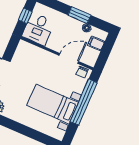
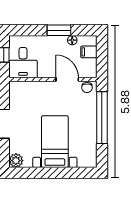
door: (69, 58) -> (67, 79), hinge flipped
bed with nightstands: (52, 104) -> (55, 142), moved, turned 90

